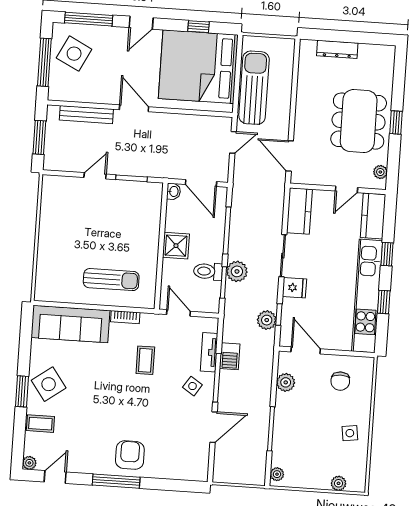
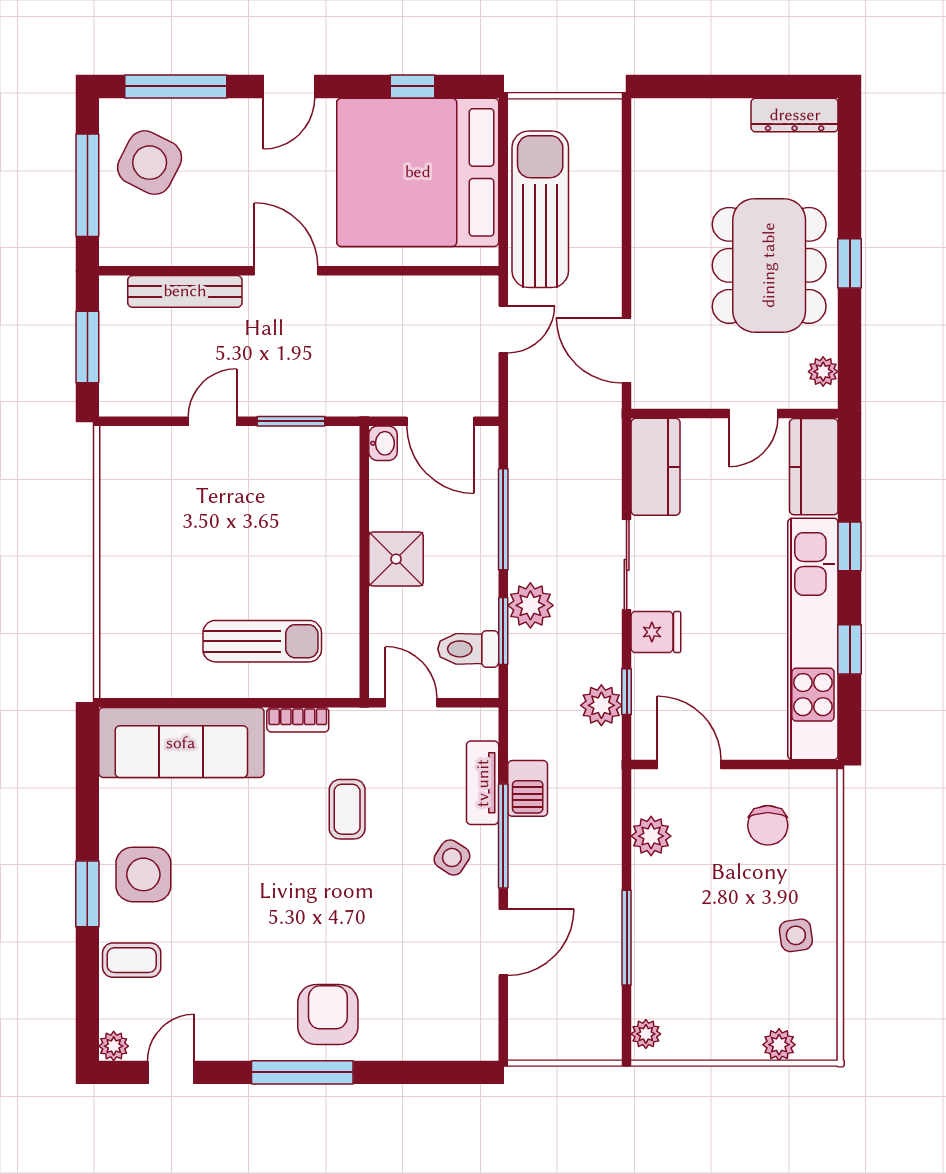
dresser: (337, 49) -> (795, 115), moved
toilet: (208, 271) -> (468, 649), moved
side table: (49, 384) -> (143, 874), turned 36

